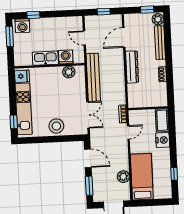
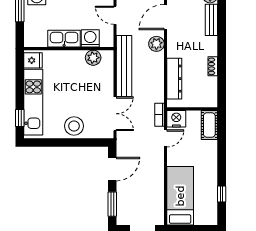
bench: (160, 43) -> (211, 20), width x0.73
dresser: (132, 67) -> (174, 79), moved
nightstand: (163, 140) -> (176, 119), moved, turned -90
door: (88, 158) -> (112, 169), hinge flipped
plant: (123, 177) -> (156, 44), moved

